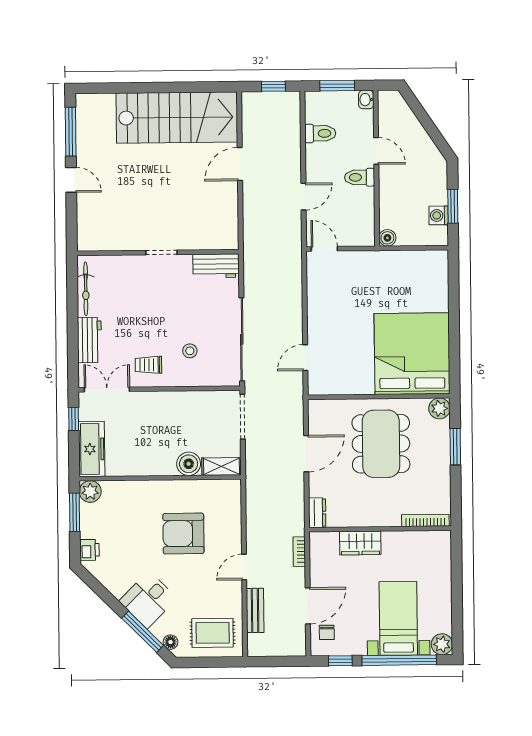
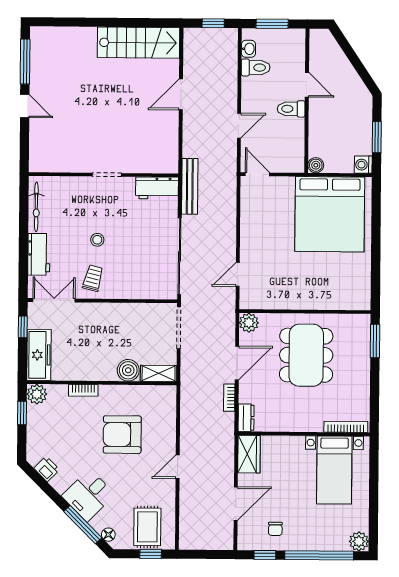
washbasin: (366, 100) -> (248, 49), moved, turned 180
stairs: (177, 117) -> (139, 43), width x0.73, depth x0.66
washing machine: (439, 215) -> (363, 165), moved
stool: (190, 351) -> (97, 240), moved
bed: (412, 354) -> (330, 214), moved, turned 180
trolley: (148, 365) -> (93, 278), turned 104
plant: (439, 408) -> (249, 323), moved
window: (455, 447) -> (375, 341), moved
bookcase: (140, 486) -> (83, 390), added
window: (75, 512) -> (22, 413), width x0.67
wardrobe: (360, 543) -> (249, 454), moved, turned -90
printer: (89, 550) -> (47, 469), moved, turned -45
bookcase: (299, 552) -> (229, 398), moved
bench: (255, 610) -> (190, 186), moved, width x1.36
bed with nightstands: (398, 618) -> (334, 470), moved, turned 180
chair: (327, 632) -> (275, 529), moved
rug: (213, 633) -> (147, 527), turned 90
window: (217, 662) -> (151, 554), added

